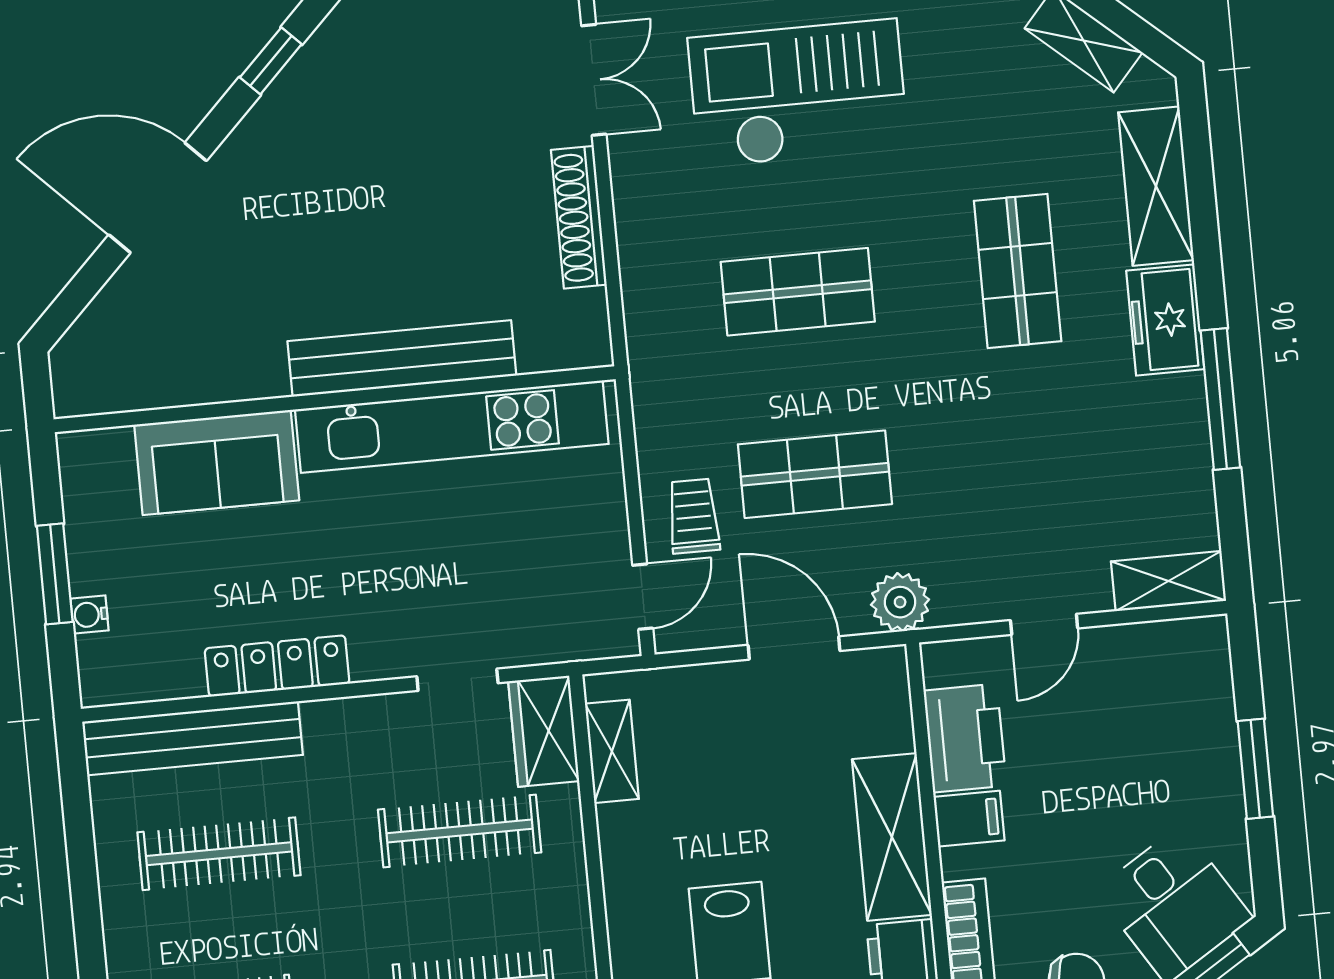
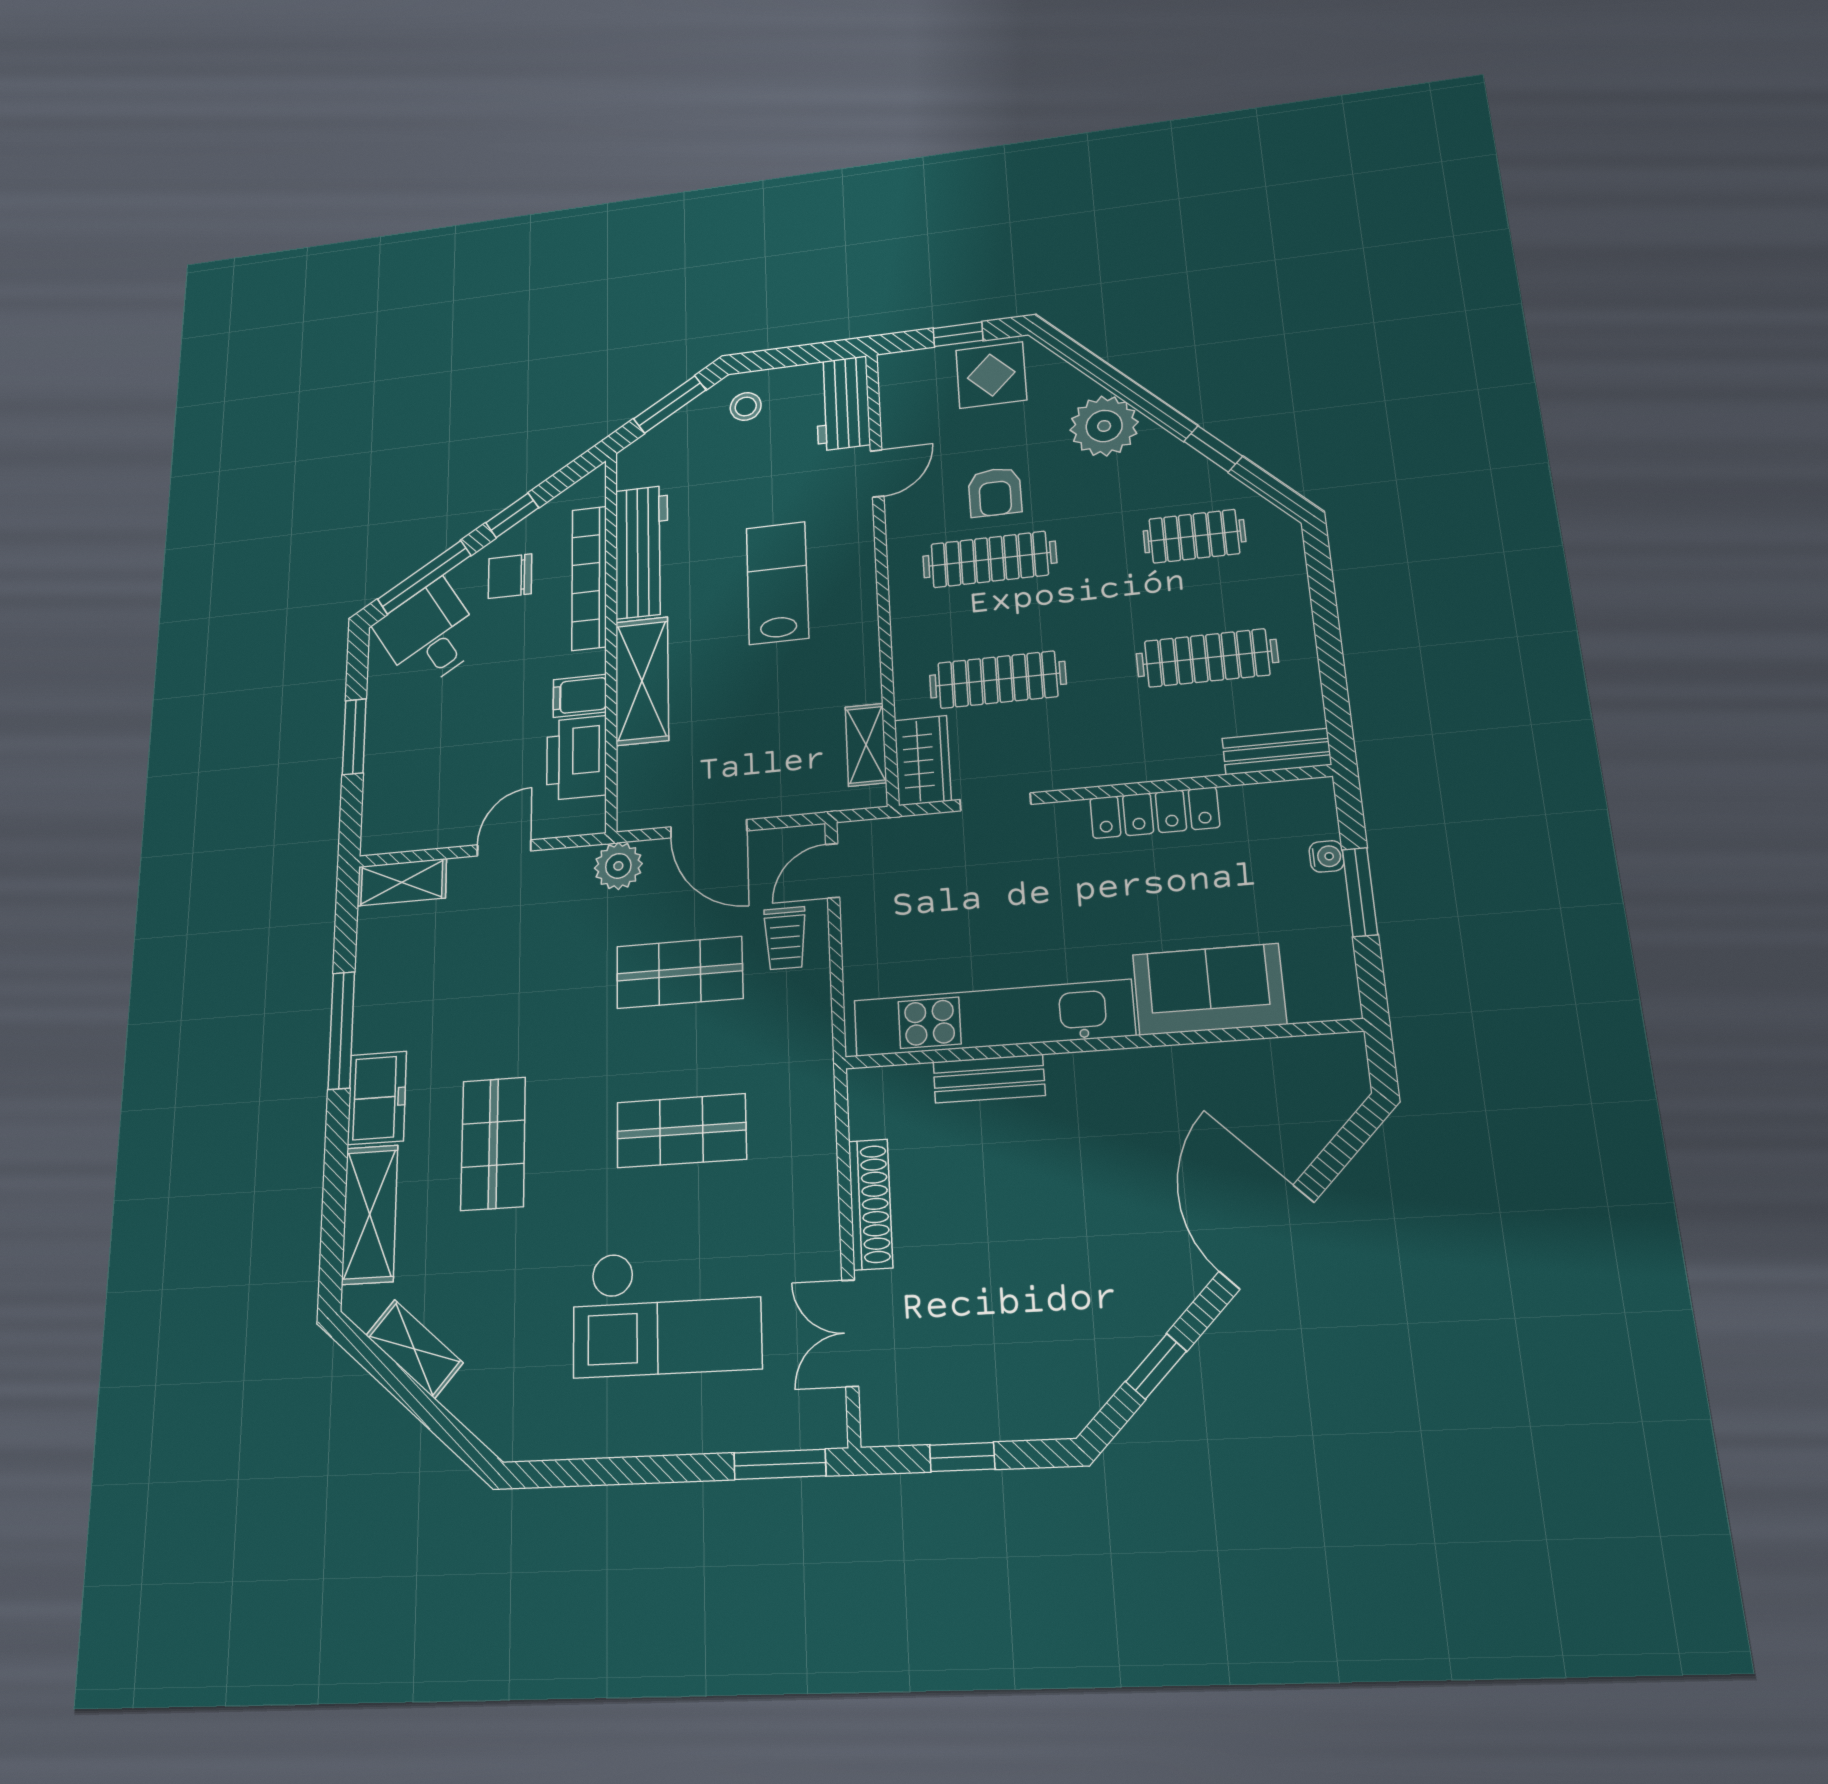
door: (158, 198) -> (1267, 1237), swing flipped
bench: (402, 358) -> (989, 1079), width x0.54, depth x0.82
bench: (192, 738) -> (1277, 752), width x0.54, depth x0.82

